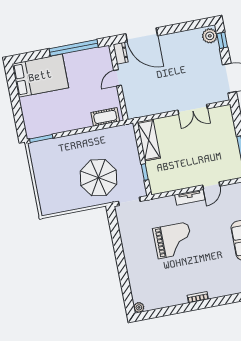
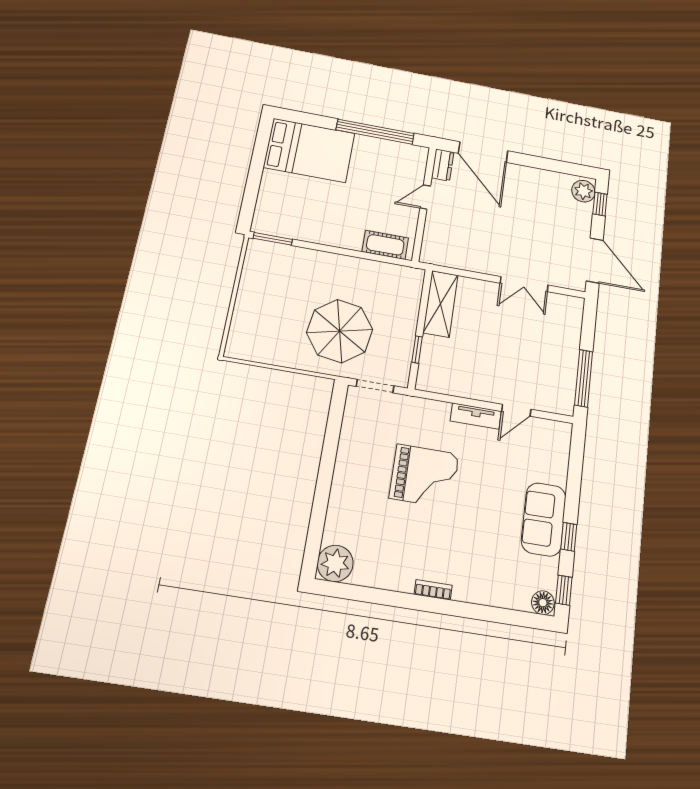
plant: (139, 307) -> (335, 563), width x1.88, depth x1.88

